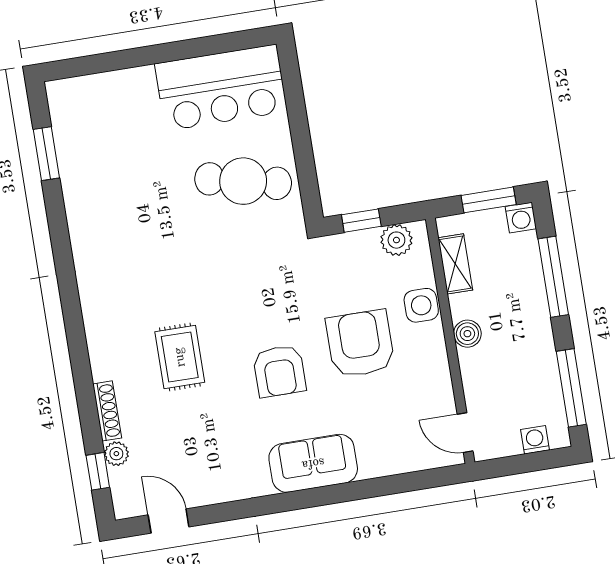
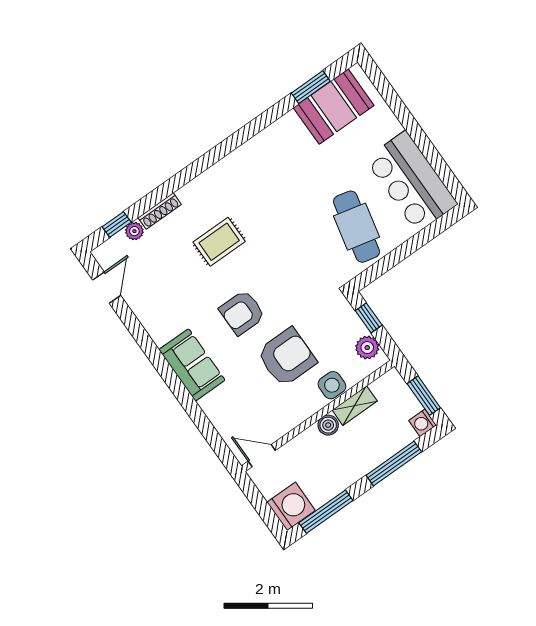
booth: (84, 137) -> (334, 107), added
shelving: (455, 264) -> (355, 406), moved
door: (465, 433) -> (262, 456), hinge flipped
washing machine: (535, 440) -> (291, 506), width x1.89, depth x1.89

